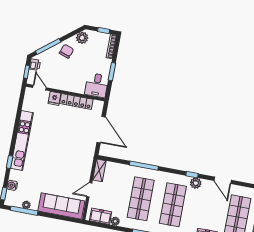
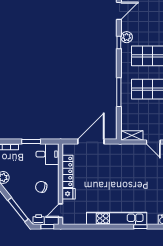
chair: (66, 51) -> (41, 187), moved

